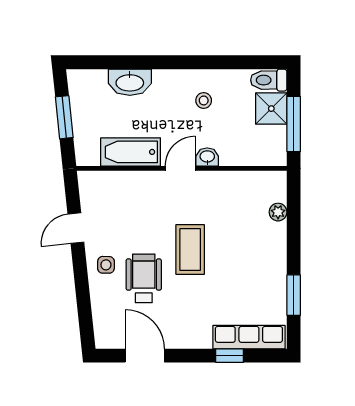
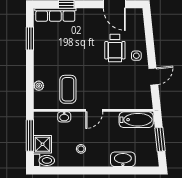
bathtub: (131, 152) -> (136, 120), moved
washbasin: (207, 157) -> (64, 117), moved
coffee table: (190, 250) -> (68, 89), moved

